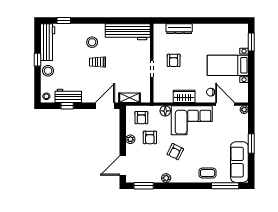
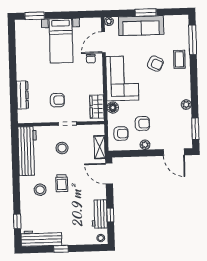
stool: (48, 71) -> (62, 148), moved
wardrobe: (184, 96) -> (97, 107), moved
armchair: (175, 152) -> (155, 64), moved
sofa: (239, 162) -> (141, 26), moved

